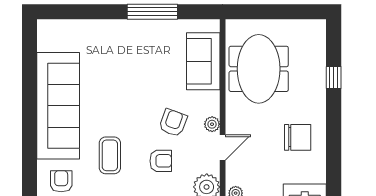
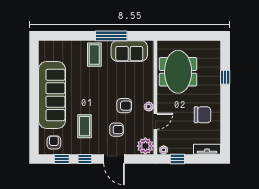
coffee table: (125, 42) -> (94, 55), added
sofa: (203, 61) -> (129, 51), moved, turned -90
armchair: (173, 123) -> (124, 106), turned 70

